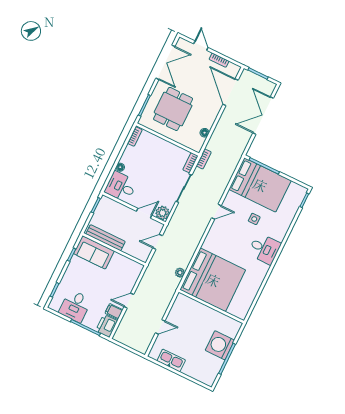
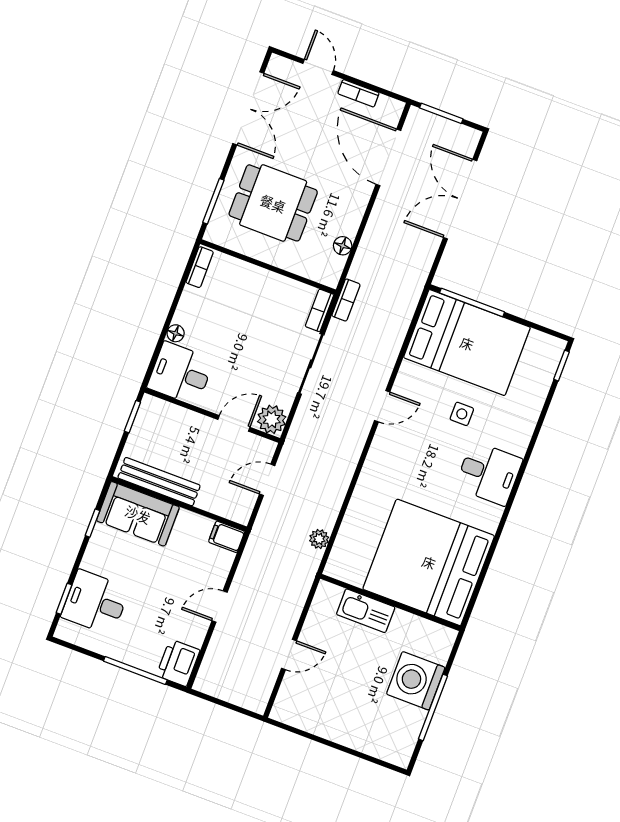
dining table: (173, 109) -> (273, 203), turned 90
bed: (213, 280) -> (429, 562), moved, turned 180
desk: (75, 306) -> (95, 602), moved, turned 90
filing cabinet: (114, 312) -> (227, 537), moved
kitchen sink: (171, 360) -> (366, 611), moved, turned 180

